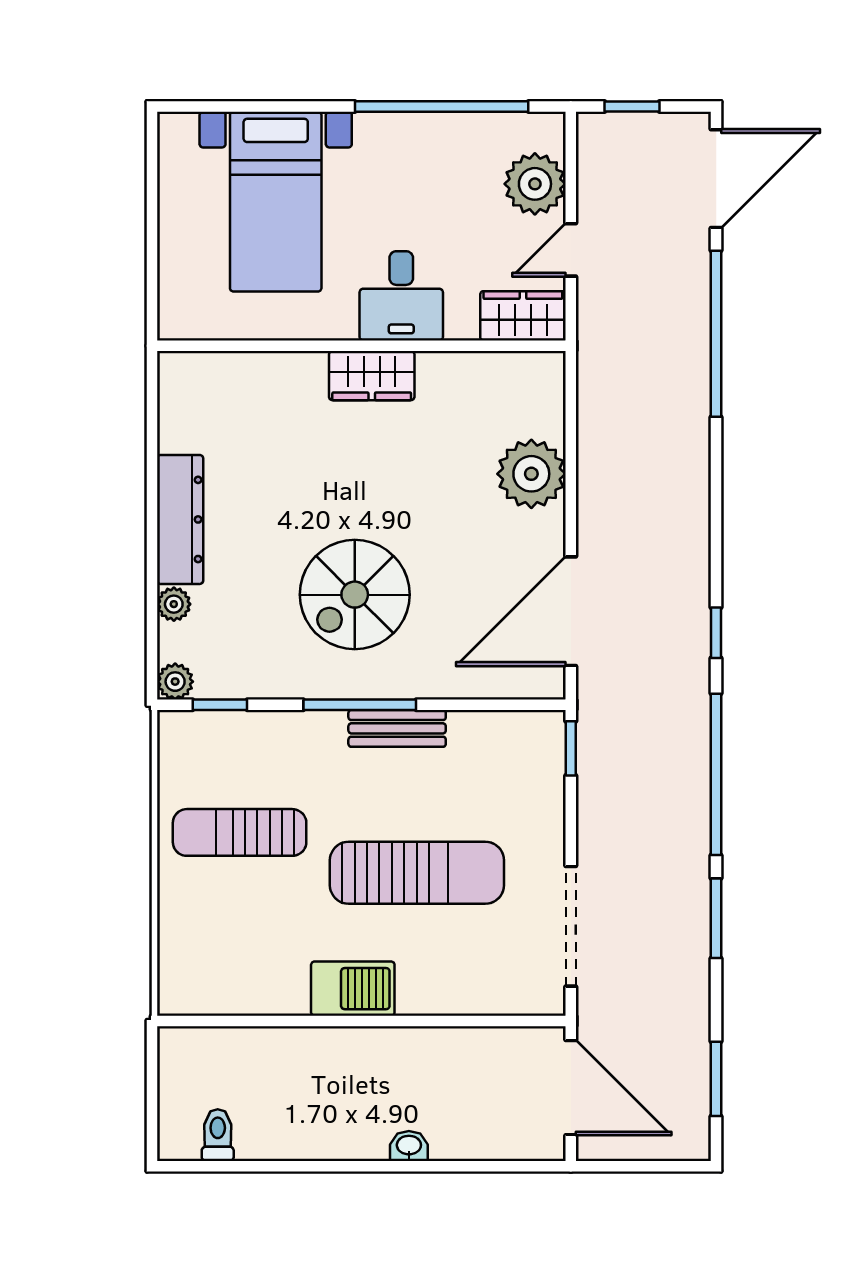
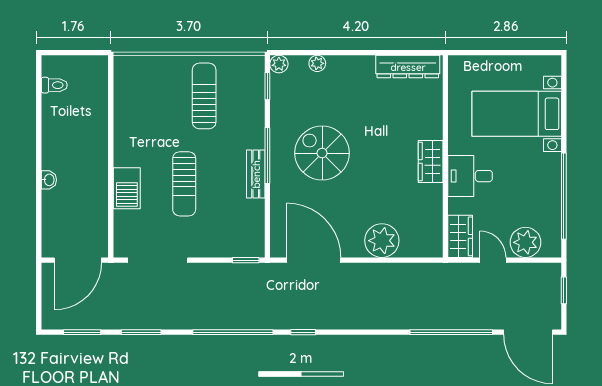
dresser: (180, 519) -> (408, 67), moved
sun lounger: (417, 873) -> (184, 184), width x0.73, depth x0.75
window: (716, 918) -> (141, 332), moved
barbecue: (353, 989) -> (127, 188), moved

